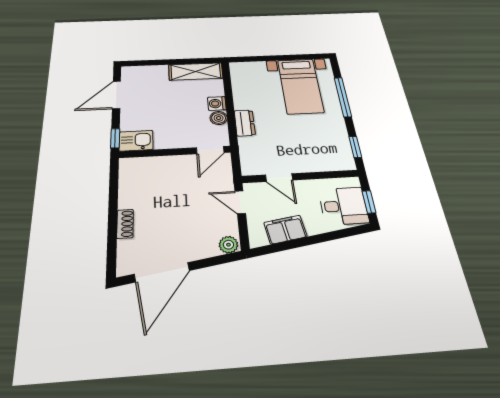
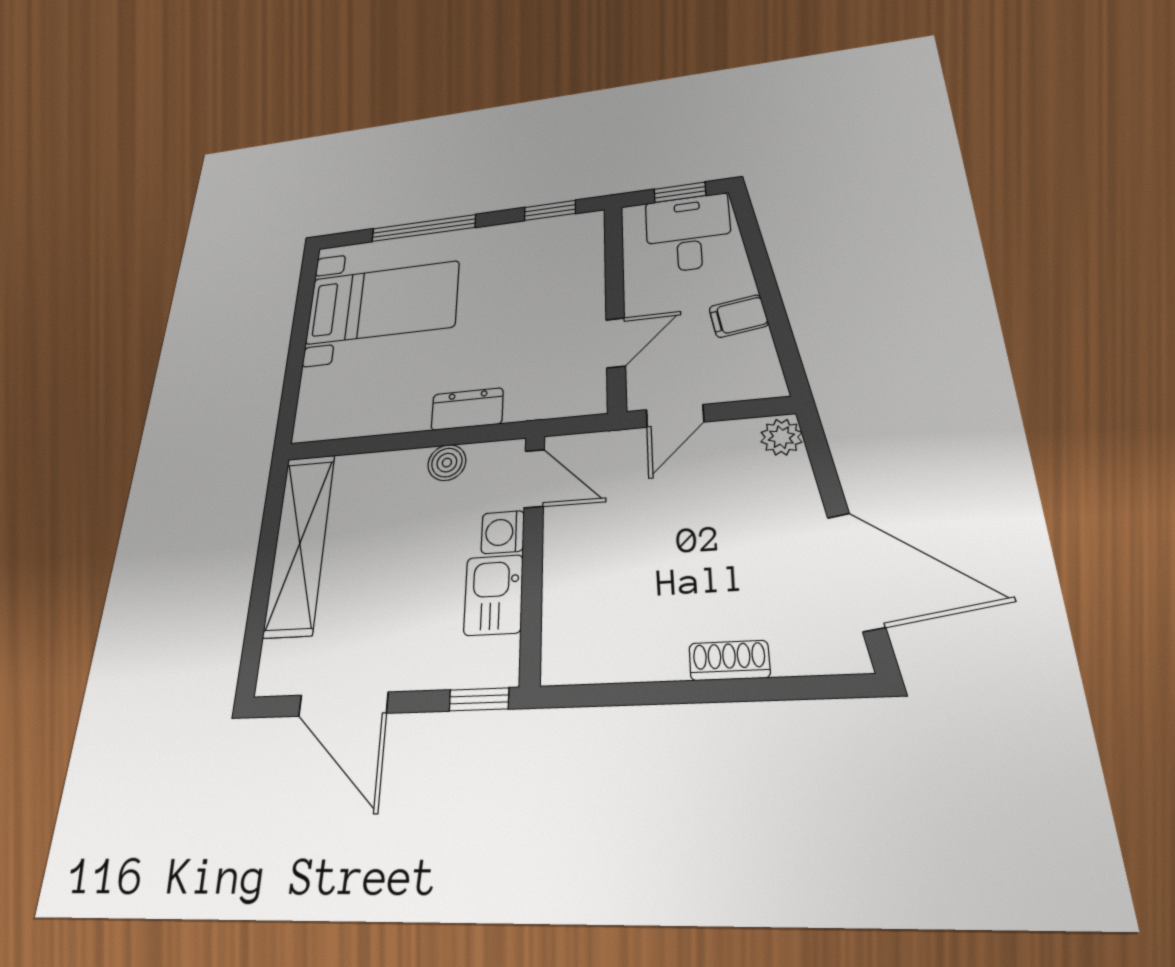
shelving: (196, 71) -> (300, 543), width x1.47
washing machine: (217, 103) -> (503, 532), moved, turned 90
kitchen sink: (136, 141) -> (494, 595), moved
filing cabinet: (285, 230) -> (739, 316), width x0.50

